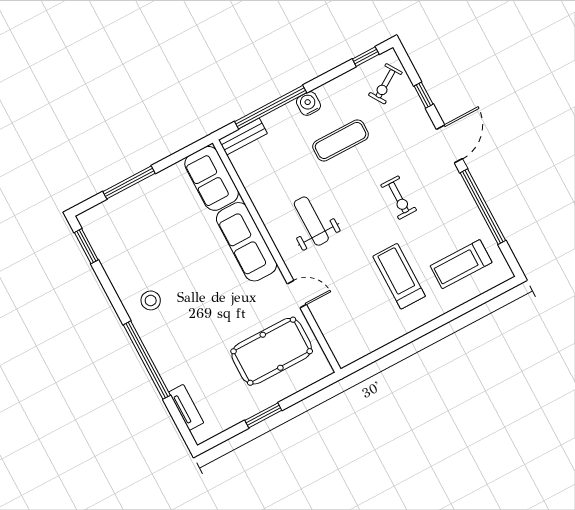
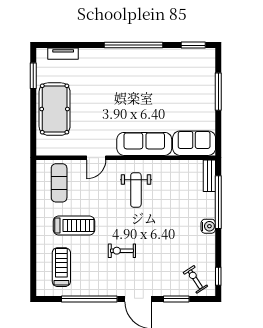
window: (424, 95) -> (176, 299), width x1.50
exercise mat: (341, 140) -> (59, 183), moved
weight bench: (311, 221) -> (136, 190), turned 90
stool: (151, 300) -> (140, 67), removed
pool table: (272, 351) -> (55, 109), moved
window: (147, 360) -> (133, 45), moved
window: (263, 415) -> (33, 76), moved

